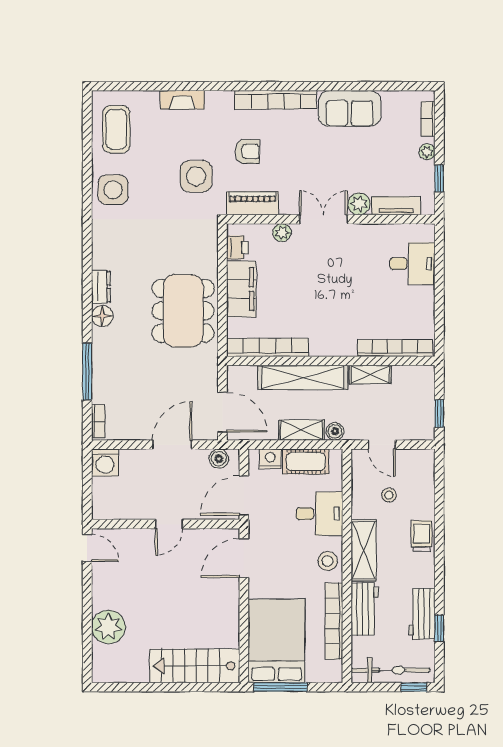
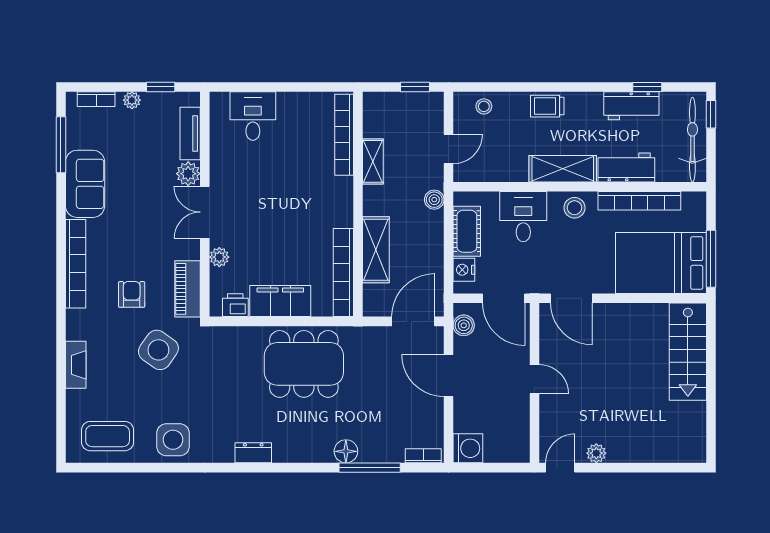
window: (386, 86) -> (61, 145), added
side table: (196, 176) -> (158, 350), turned 35
dresser: (101, 287) -> (253, 453), moved
floor lamp: (102, 316) -> (346, 451), moved
shelving: (303, 377) -> (376, 250), width x0.68
shelving: (302, 430) -> (433, 236), removed
stool: (389, 495) -> (484, 106), moved
plant: (108, 627) -> (596, 453), moved, width x0.53, depth x0.53

